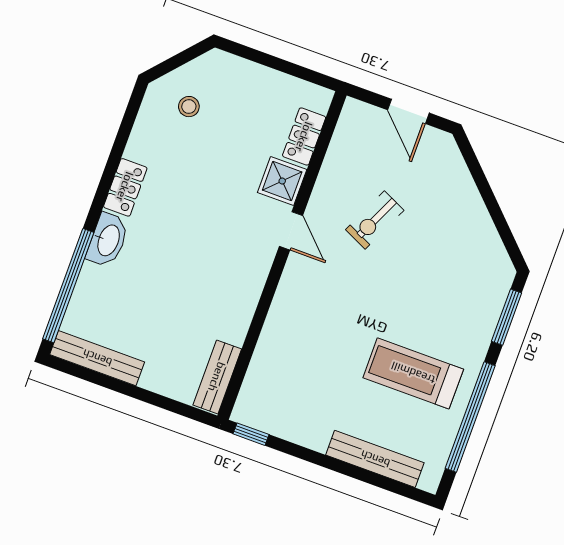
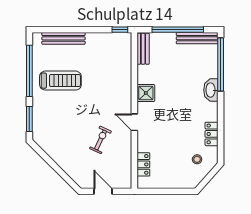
shower: (282, 181) -> (146, 93), moved
locker: (125, 187) -> (212, 134), moved
window: (131, 390) -> (178, 30), added

